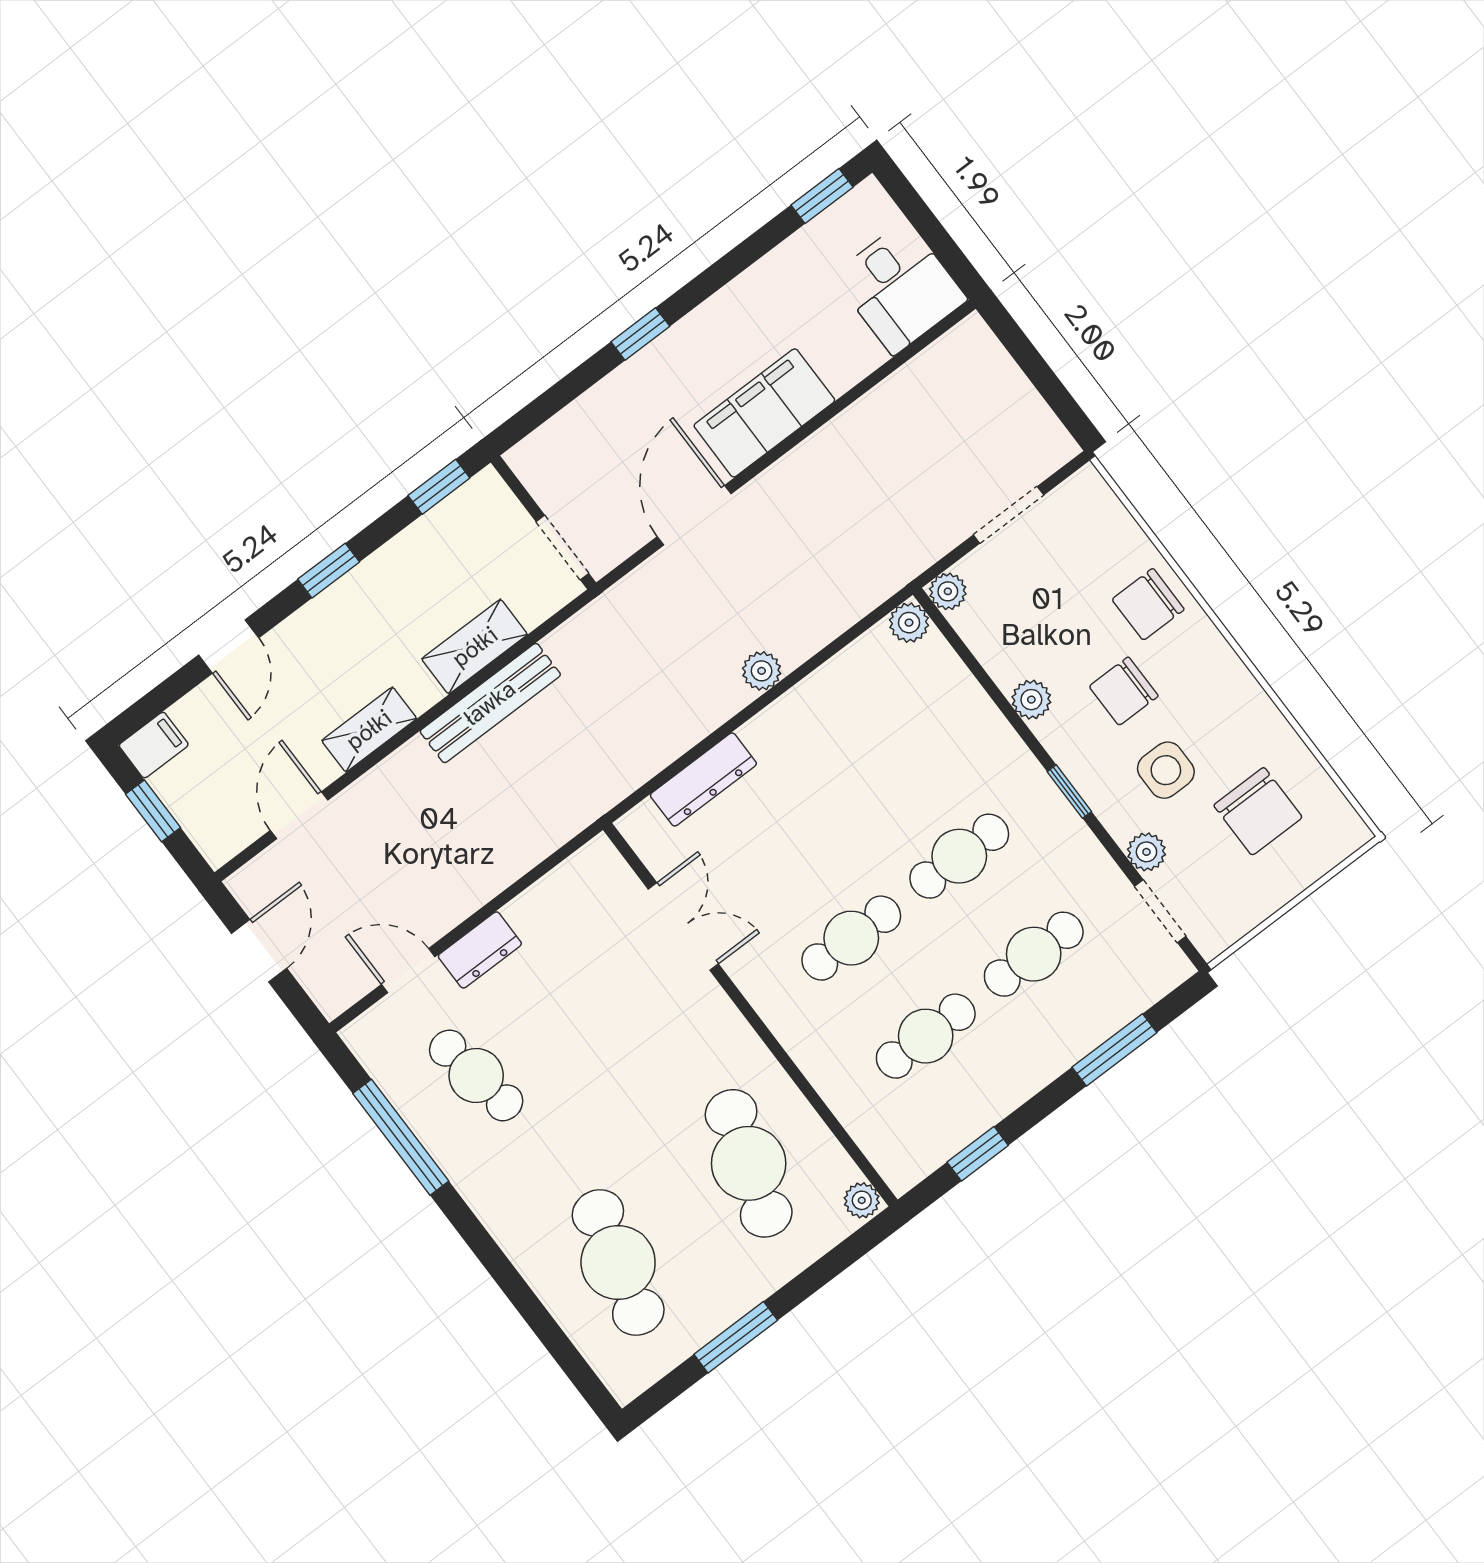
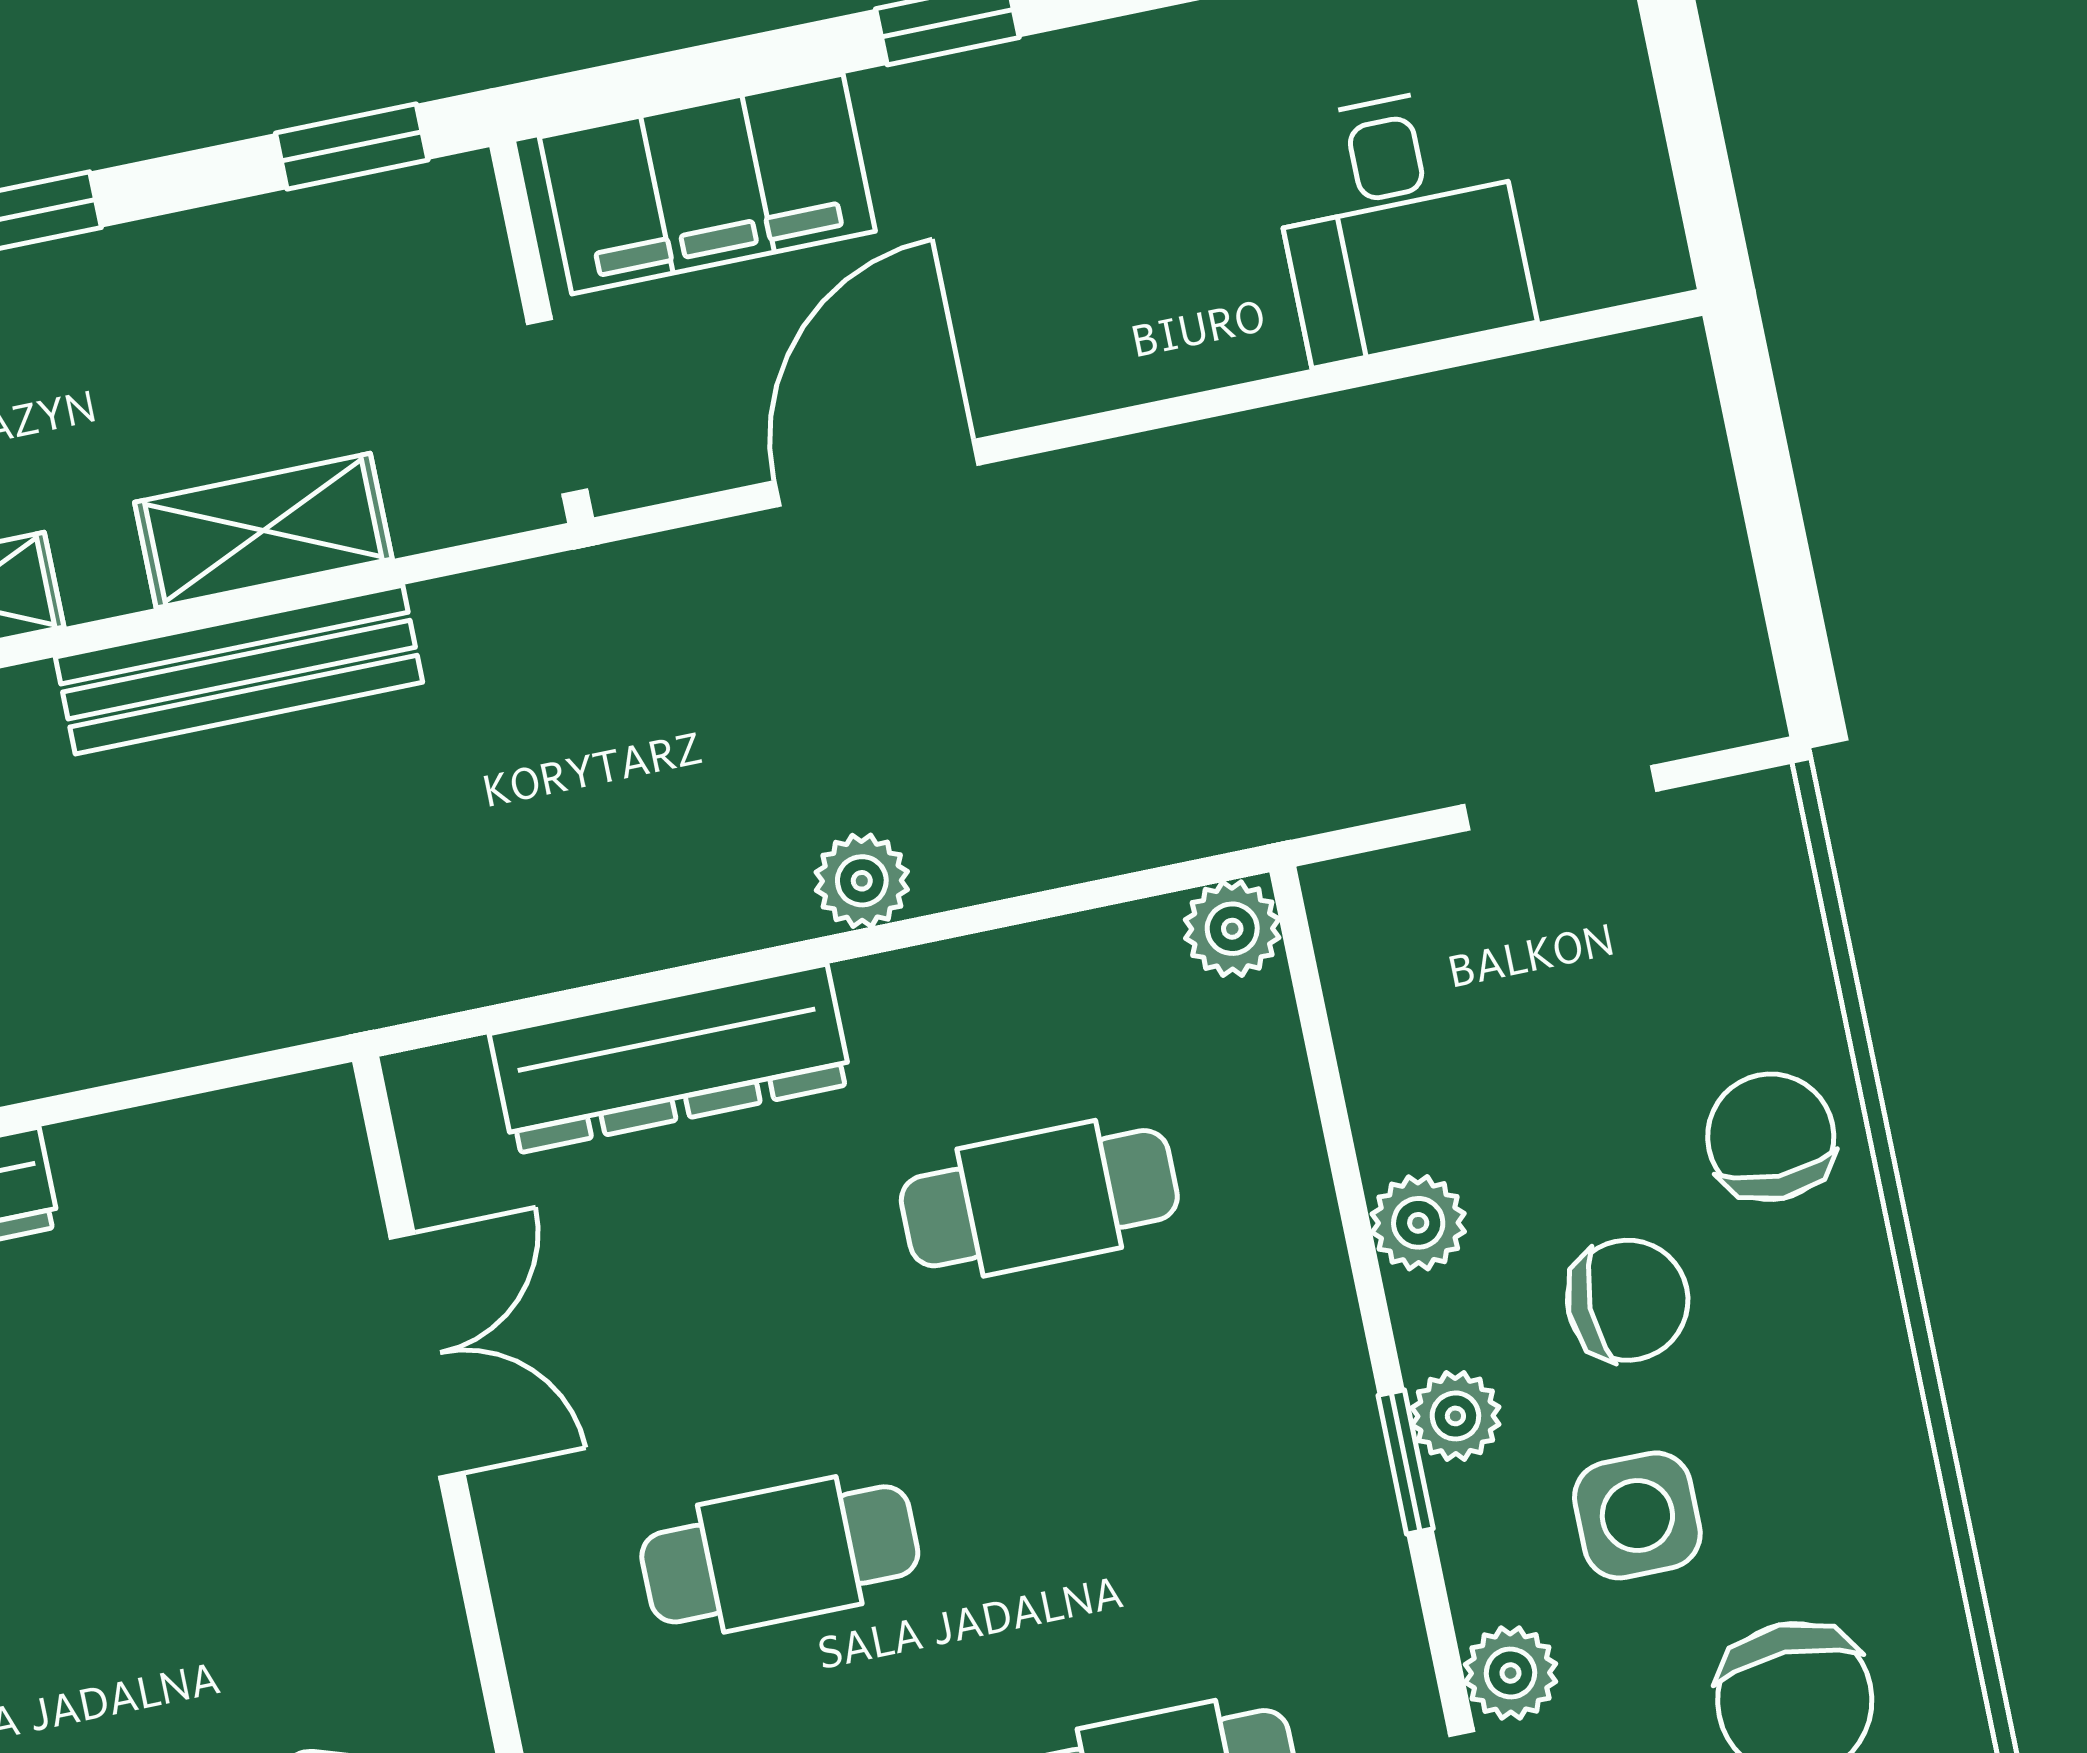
desk: (900, 288) -> (1400, 224), moved
filing cabinet: (764, 413) -> (707, 184), moved, turned 180
plant: (948, 591) -> (1455, 1416), moved
chair: (1148, 604) -> (1771, 1137), turned 90
chair: (1124, 691) -> (1628, 1300), turned 180
dresser: (703, 779) -> (670, 1059), width x1.37, depth x1.24
cafe table: (959, 856) -> (1039, 1198), moved

